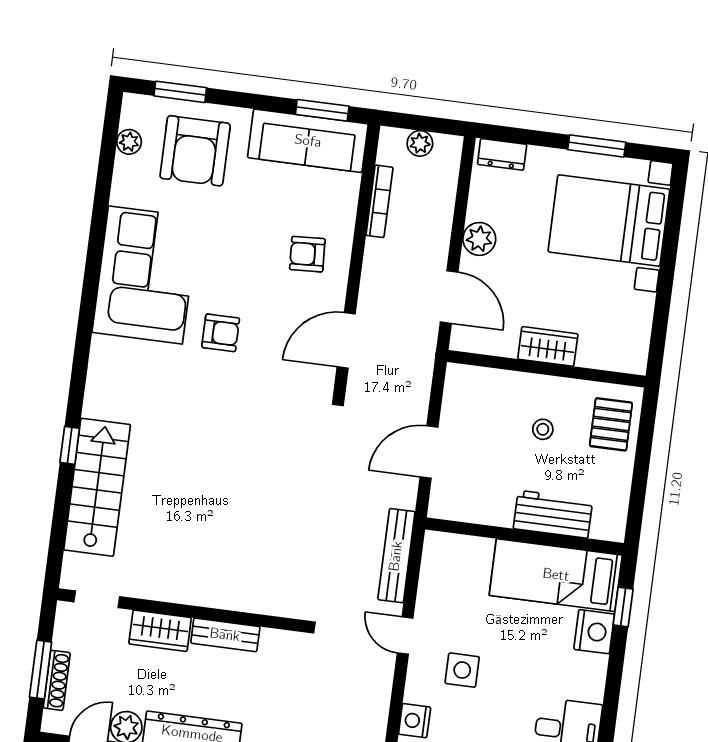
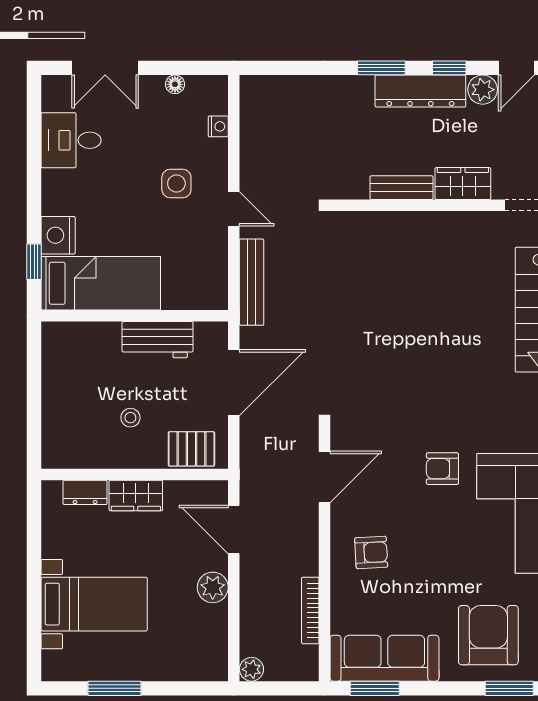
plant: (420, 143) -> (251, 669), moved
dresser: (502, 154) -> (85, 492), moved, turned 180
bed with nightstands: (609, 220) -> (94, 604), width x0.73
pallet: (611, 424) -> (191, 449), moved, turned 90
door: (429, 452) -> (234, 383), width x1.36
workbench: (553, 514) -> (157, 340), moved
nightstand: (415, 721) -> (218, 126), width x0.72, depth x0.74

